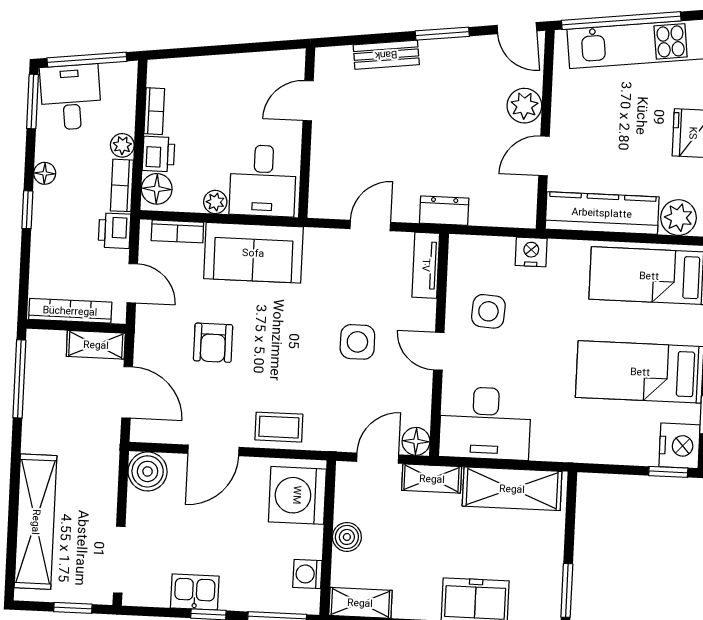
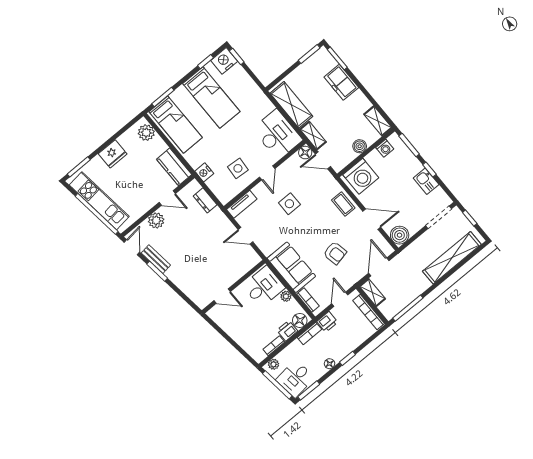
bench: (386, 55) -> (156, 259), moved
plant: (122, 145) -> (273, 364), moved
dresser: (444, 211) -> (205, 200), moved
kitchen counter: (602, 213) -> (174, 167), width x0.67
armchair: (213, 343) -> (335, 253), turned 78

